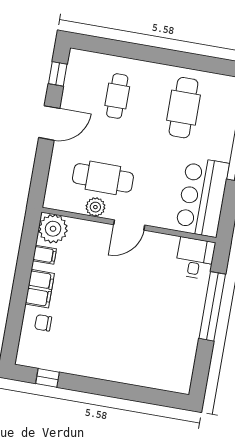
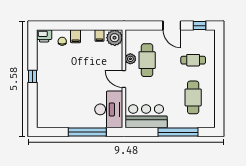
cafe table: (183, 108) -> (193, 97), turned 90
desk: (195, 258) -> (109, 109), width x1.87, depth x1.30
filing cabinet: (40, 289) -> (76, 36), width x0.50
printer: (28, 353) -> (44, 36), added
window: (47, 378) -> (33, 76), moved

